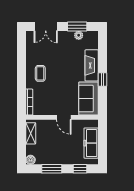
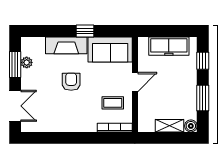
armchair: (64, 69) -> (71, 82), added
coffee table: (40, 73) -> (113, 103), moved
shelving: (31, 133) -> (169, 126), moved

